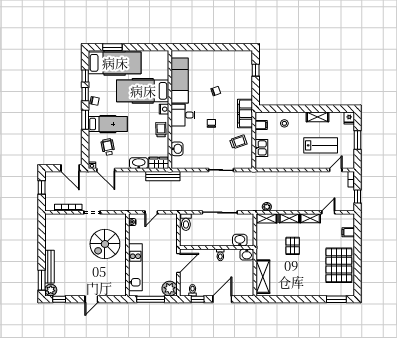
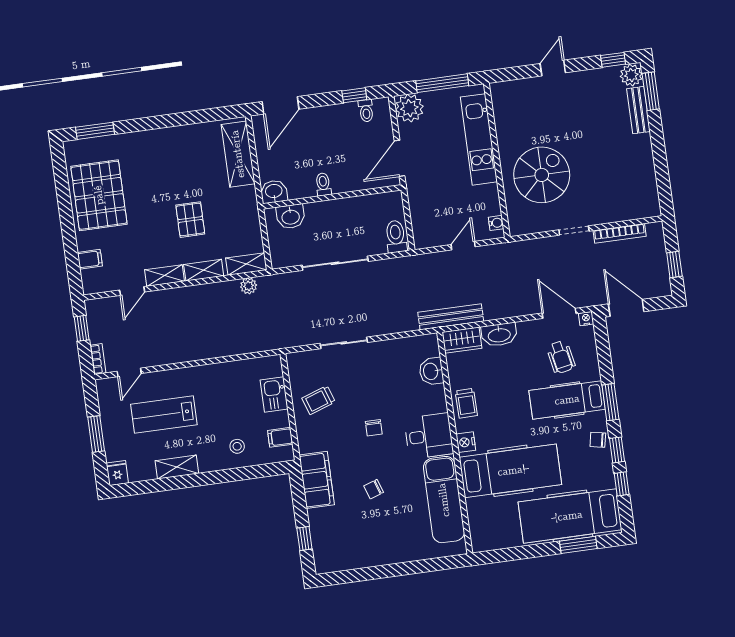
filing cabinet: (245, 114) -> (317, 480), moved
bench: (49, 267) -> (638, 110), width x0.73
door: (222, 299) -> (281, 105), moved

